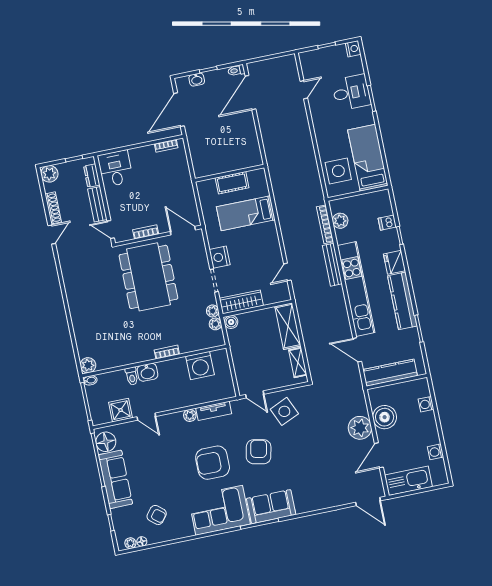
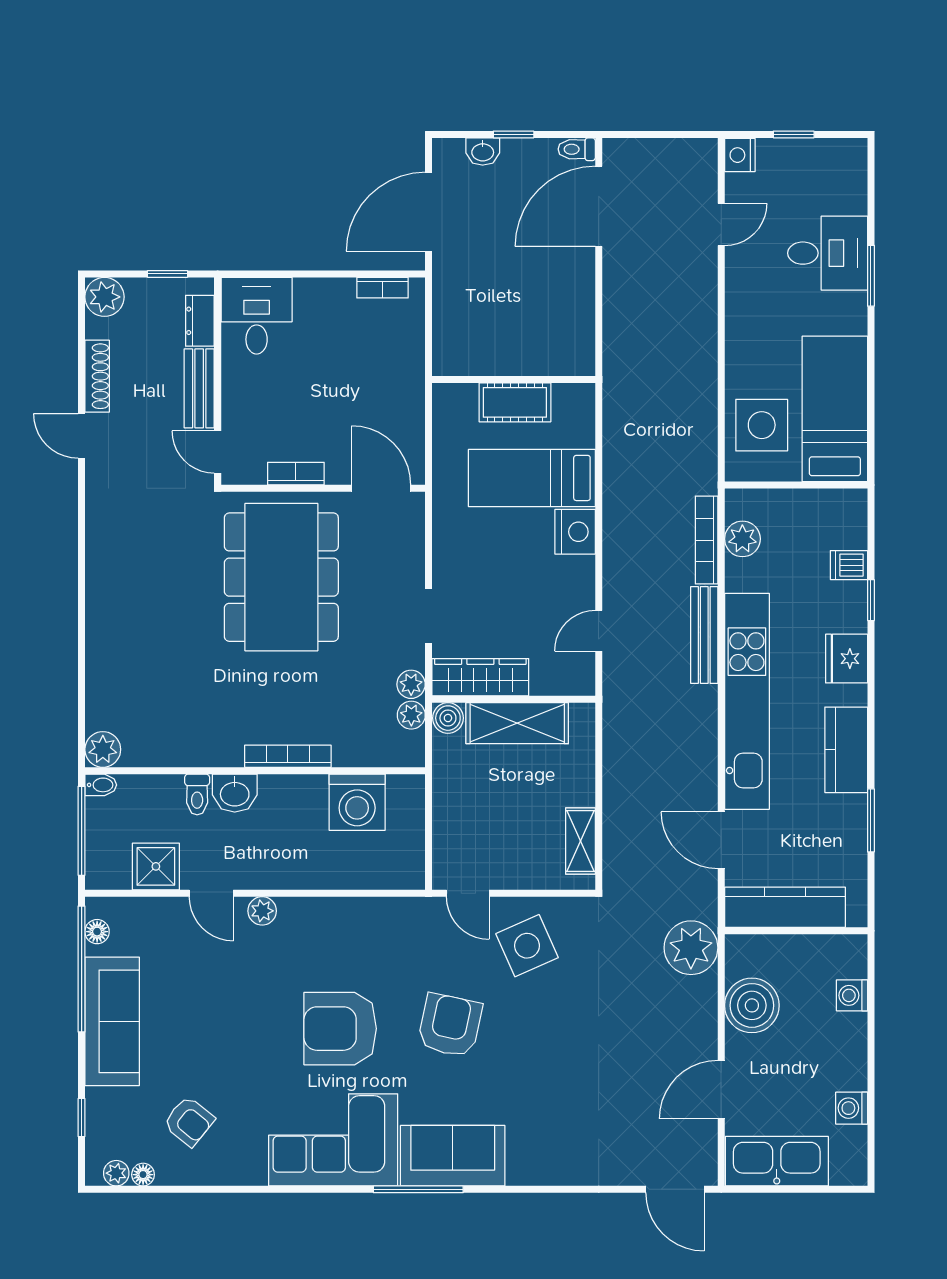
nightstand: (353, 49) -> (740, 155), moved, turned 180
door: (52, 235) -> (82, 436), swing flipped
nightstand: (220, 257) -> (575, 532), moved, turned 180
kitchen counter: (402, 301) -> (846, 750), width x0.67
shelving: (288, 326) -> (517, 723), moved, turned 90
bookcase: (167, 352) -> (288, 756), width x1.56
tv unit: (214, 411) -> (367, 912), removed
plant: (190, 415) -> (262, 911), moved
plant: (360, 428) -> (691, 948), moved
floor lamp: (106, 442) -> (97, 932), width x0.53, depth x0.53

